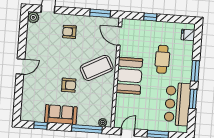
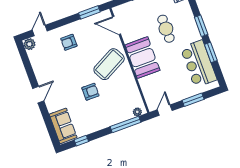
sofa: (61, 115) -> (63, 126), moved, turned 90

